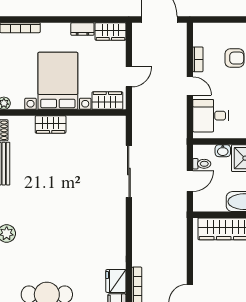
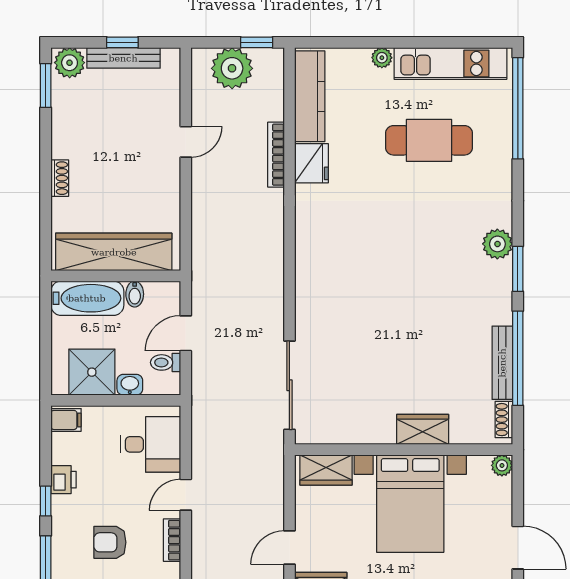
door: (129, 77) -> (289, 547), moved
door: (190, 86) -> (186, 495), hinge flipped
sliding door: (129, 171) -> (289, 385), moved
bidet: (220, 204) -> (135, 294), added

